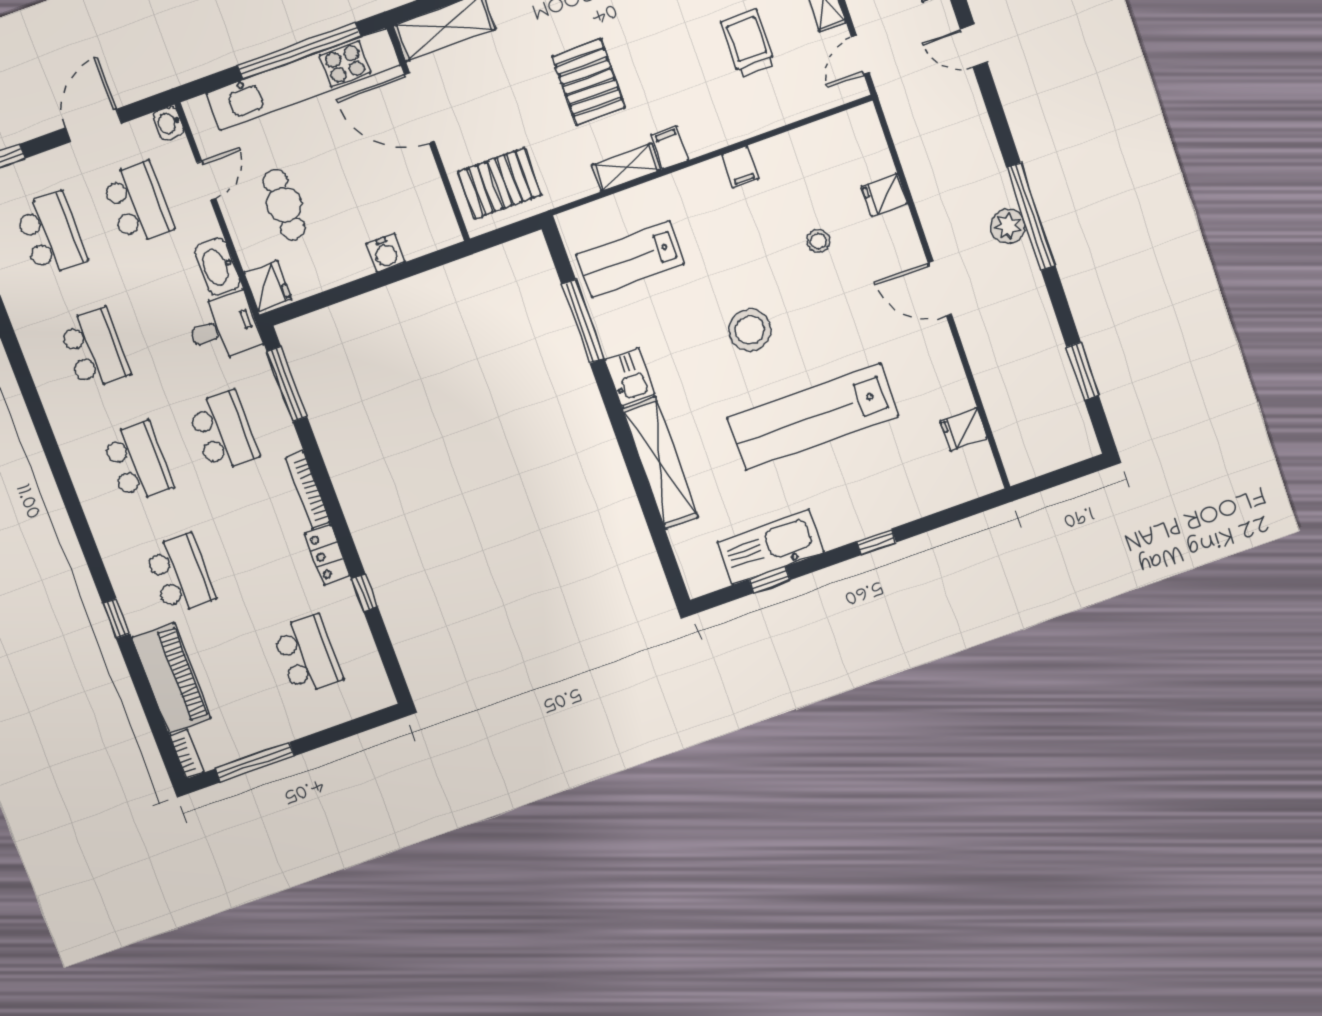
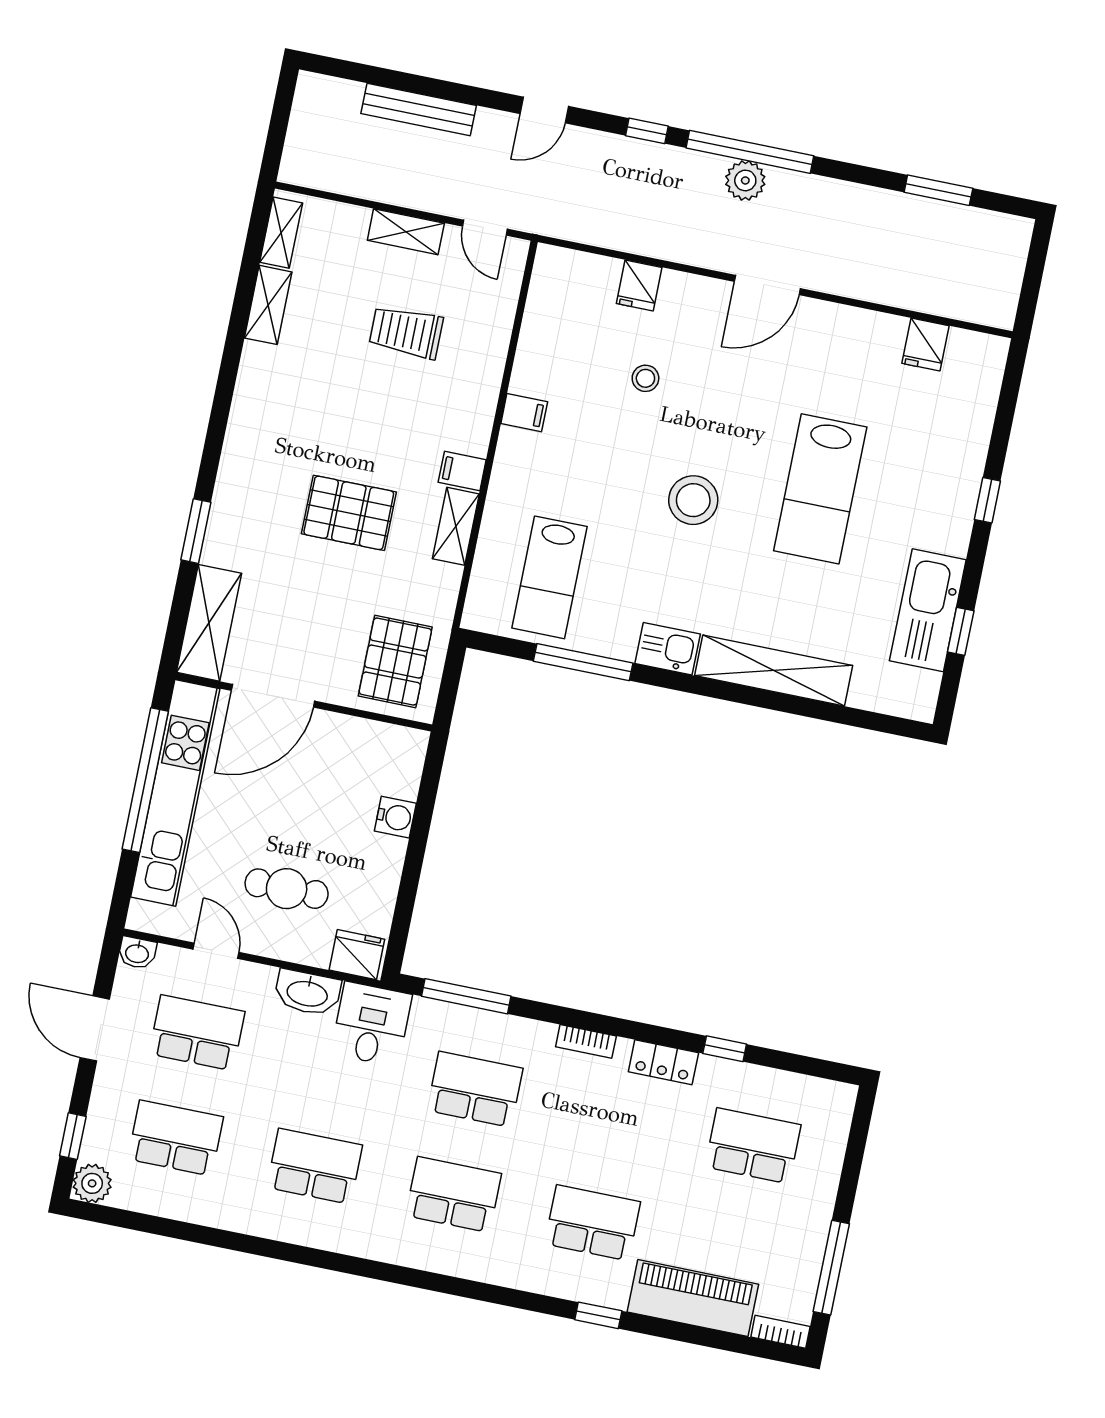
window: (1002, 132) -> (647, 131), added
lab bench: (813, 417) -> (820, 489), width x0.73
bookcase: (308, 490) -> (586, 1041), width x0.64

